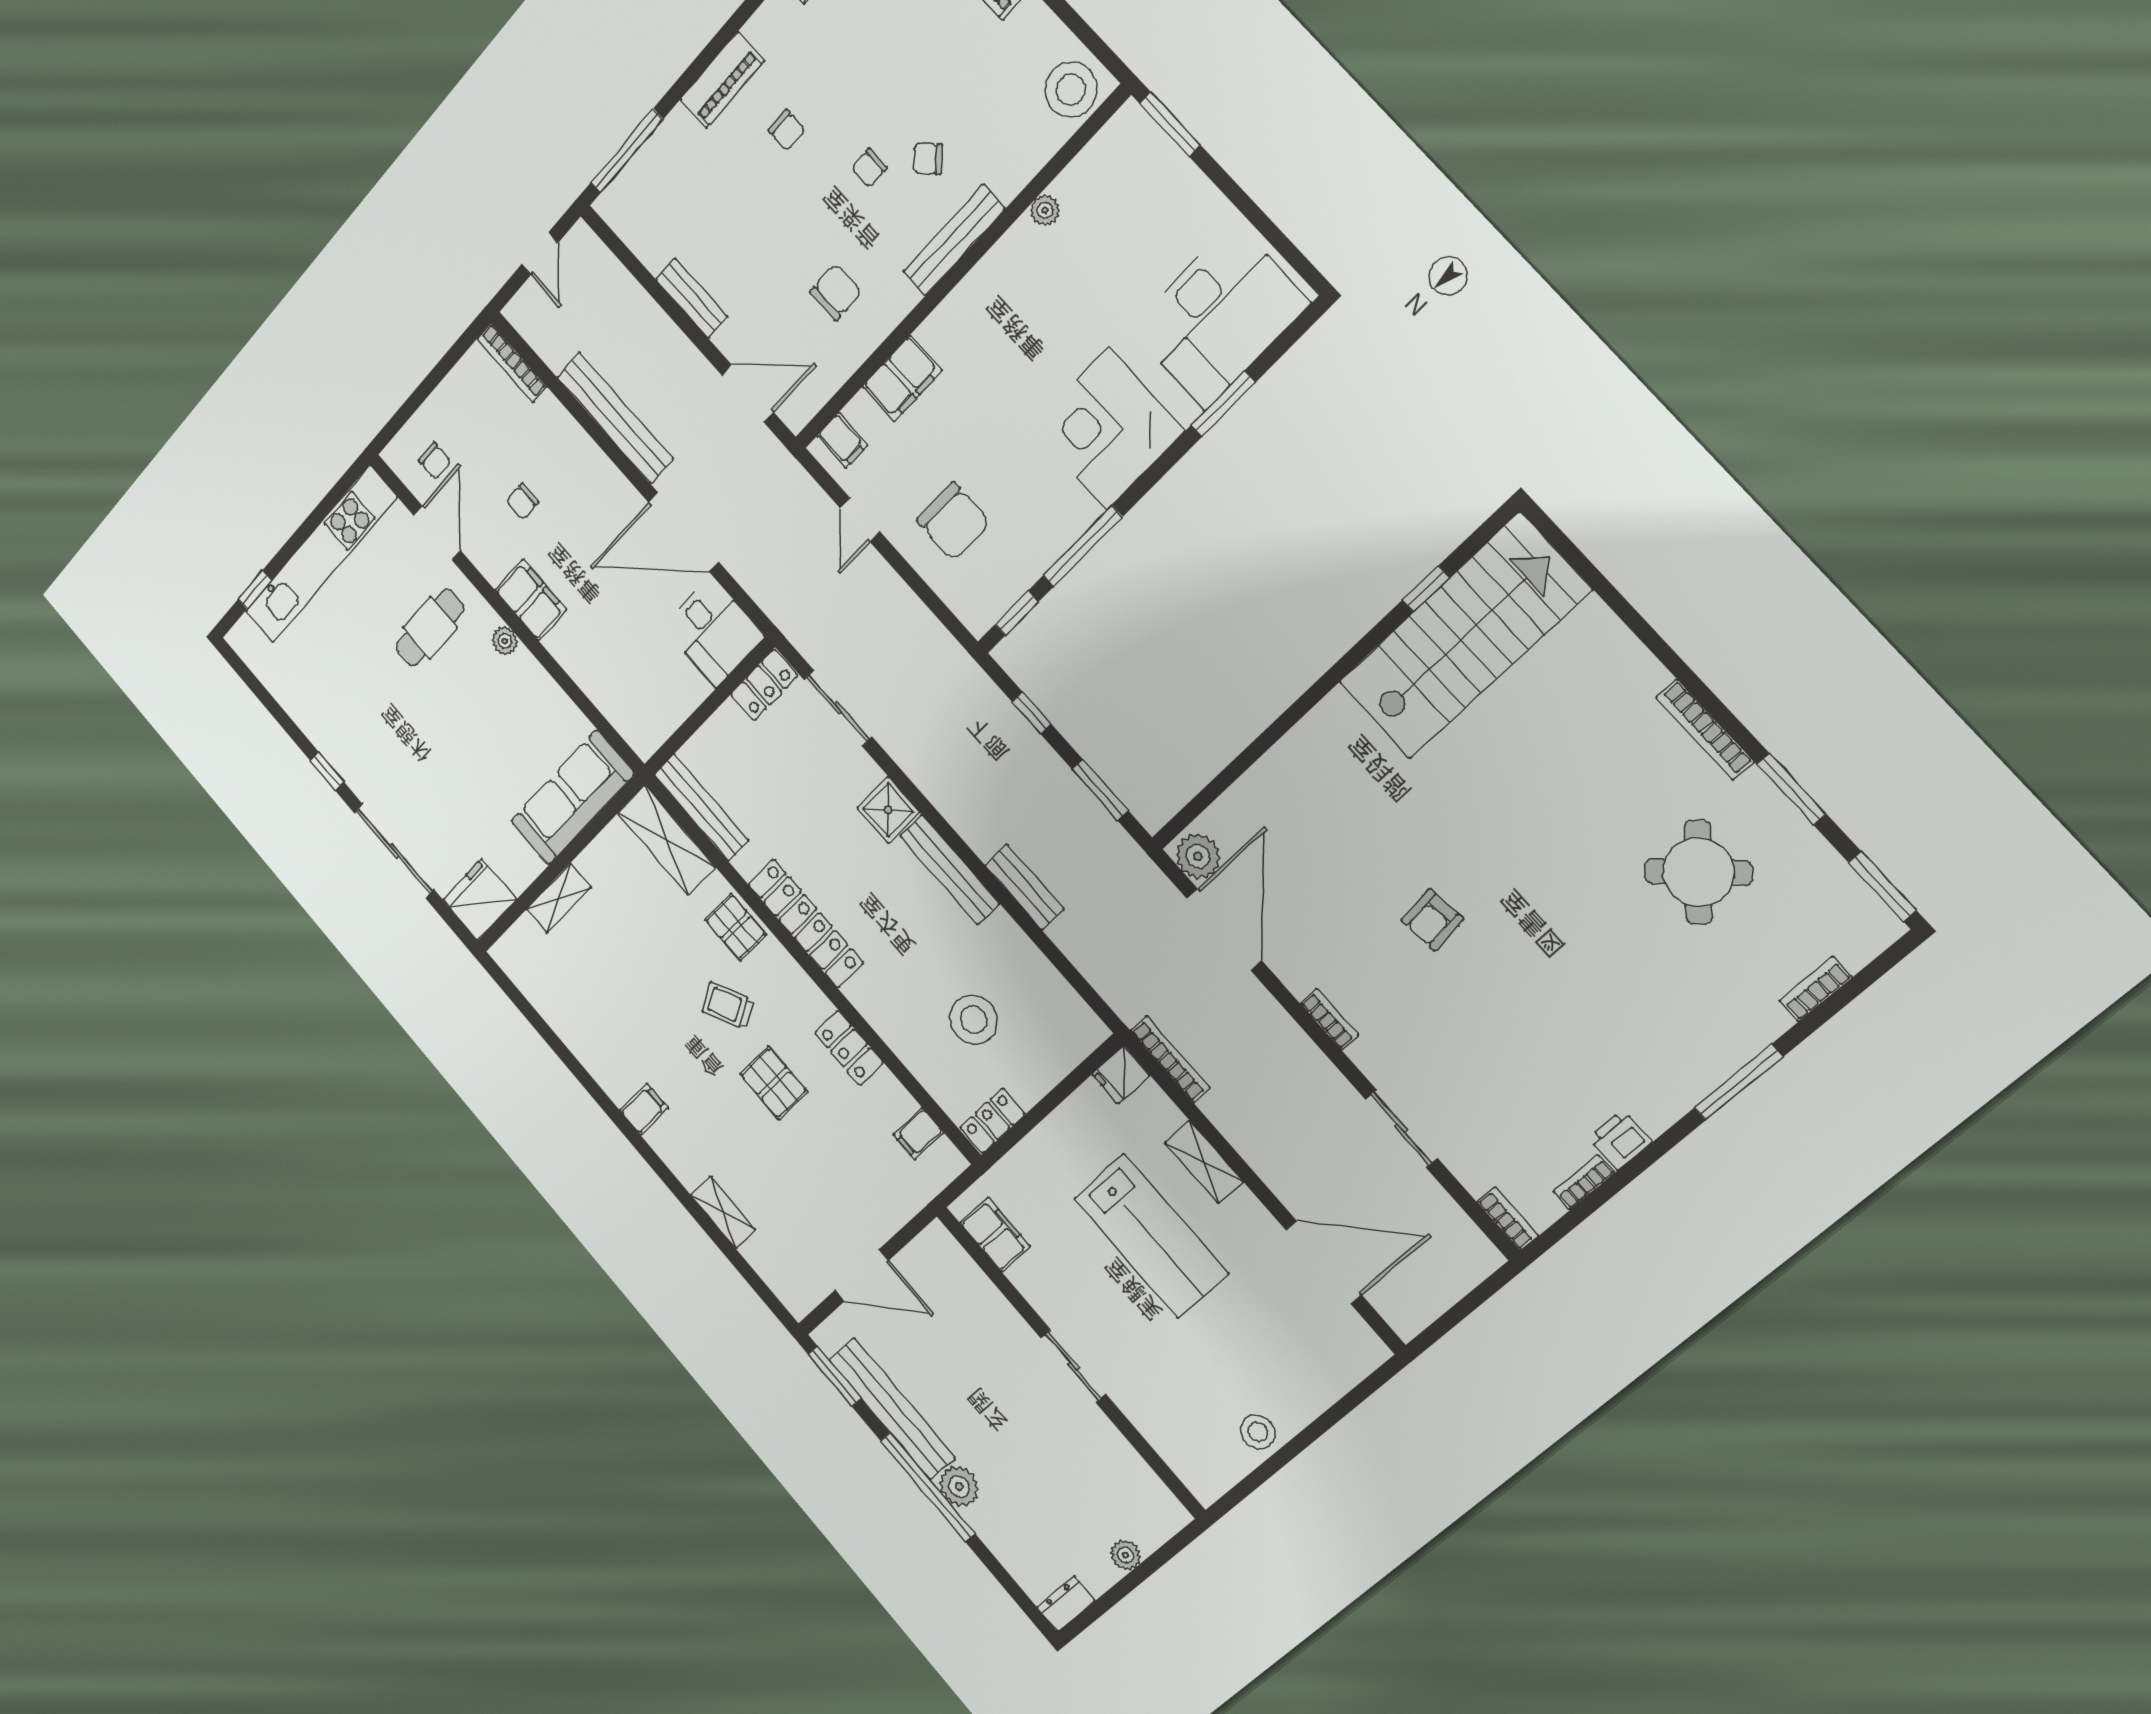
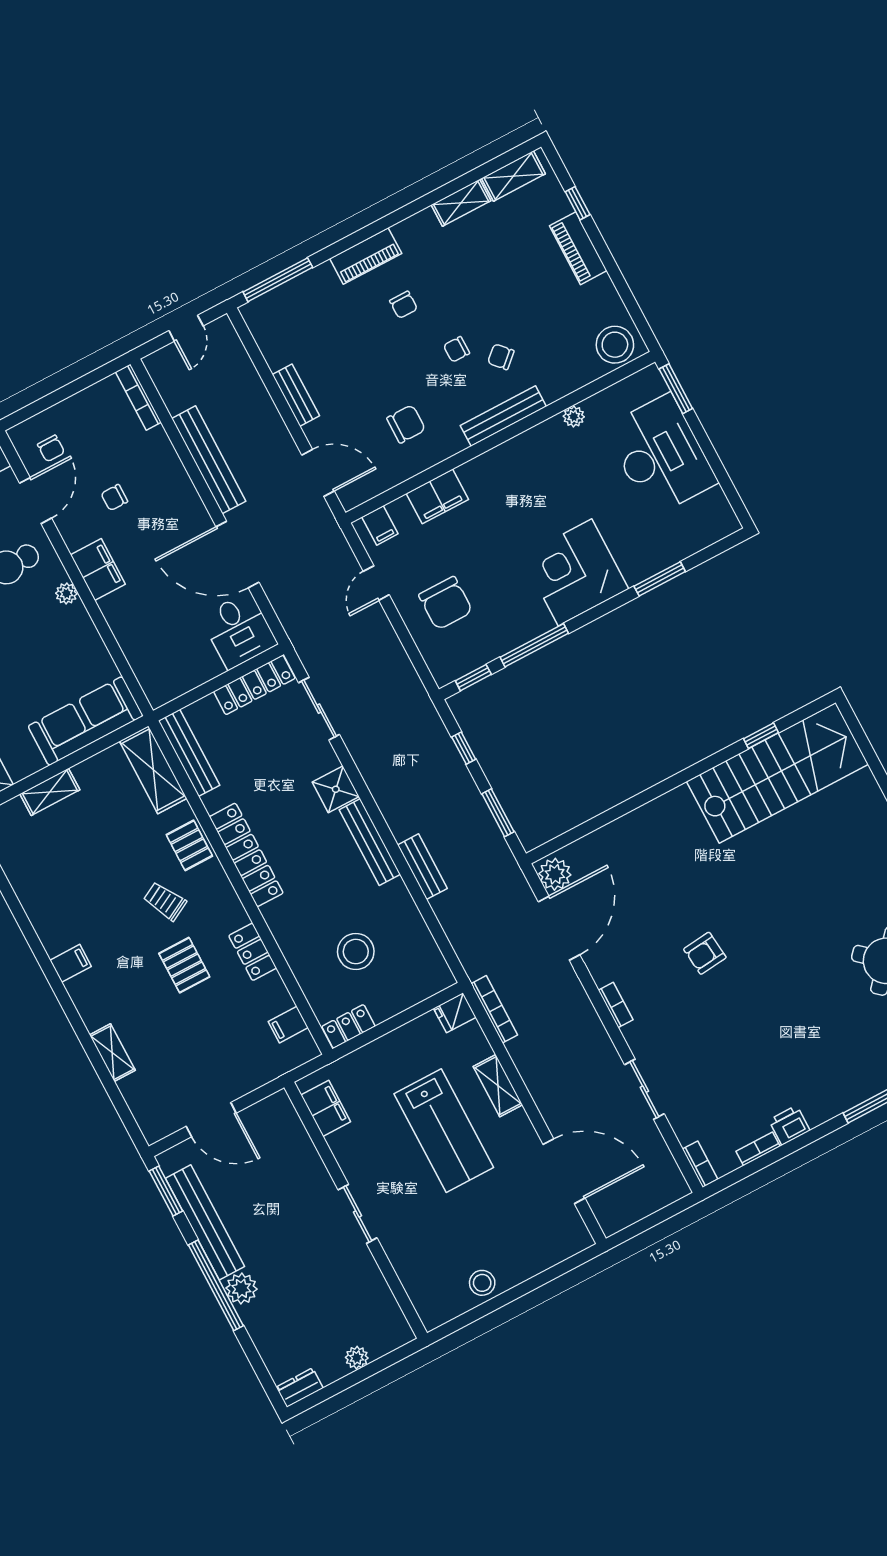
desk: (1219, 316) -> (661, 455), moved, turned -90
locker: (764, 685) -> (254, 685), width x1.53

